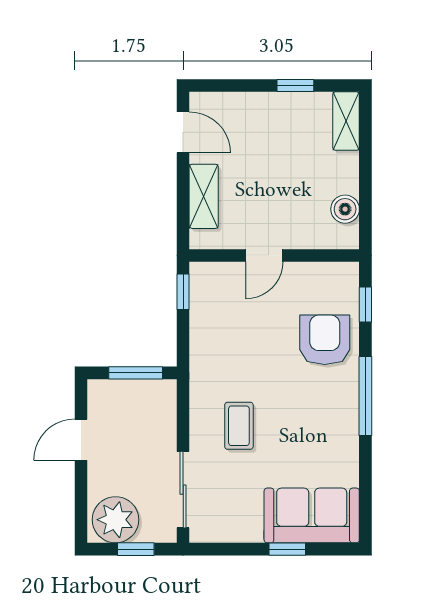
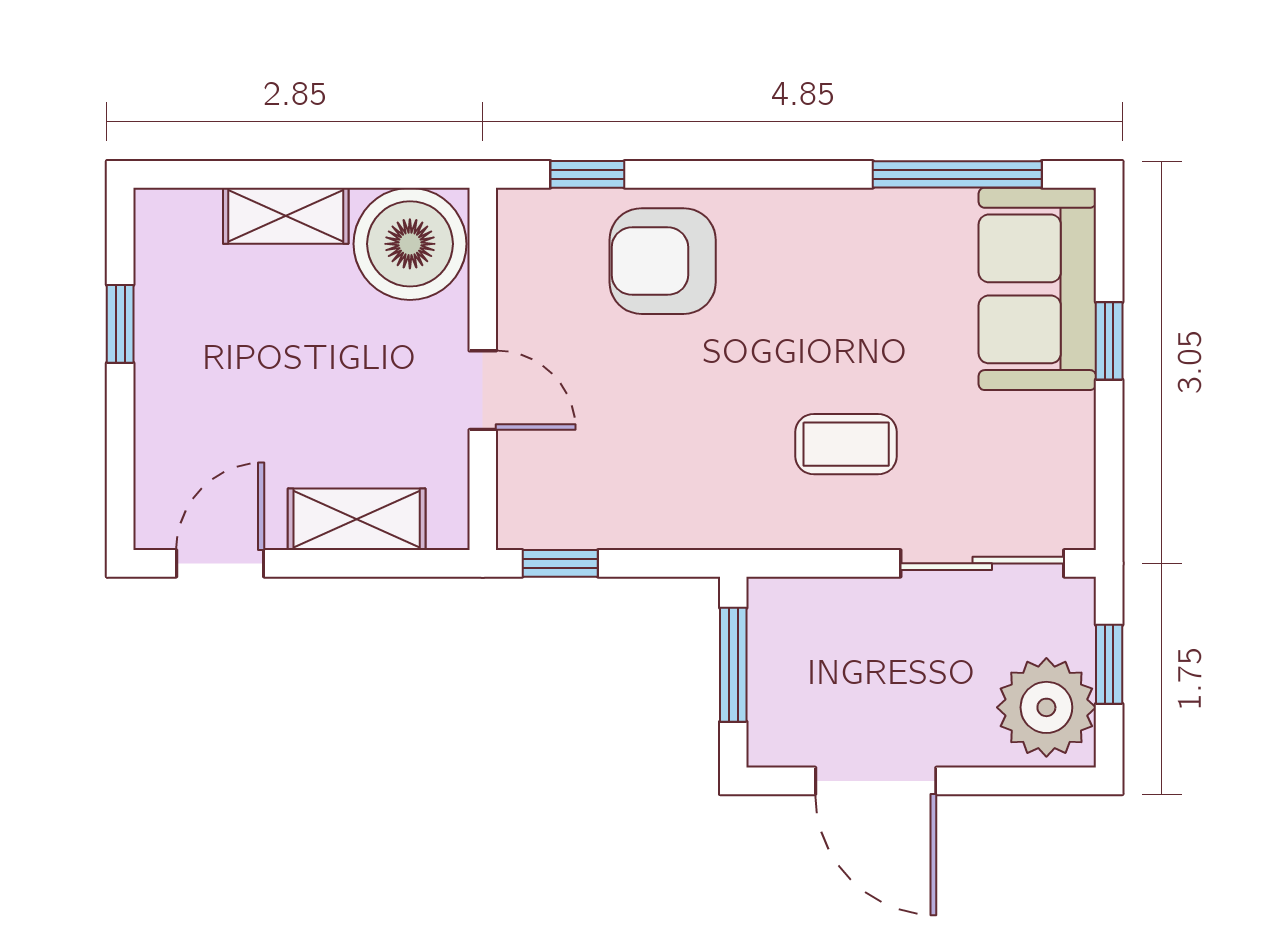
shelving: (346, 121) -> (286, 216), moved
boiler: (345, 209) -> (410, 244), width x1.86, depth x1.86
window: (365, 396) -> (957, 174), moved
door: (81, 440) -> (876, 781), width x1.38

